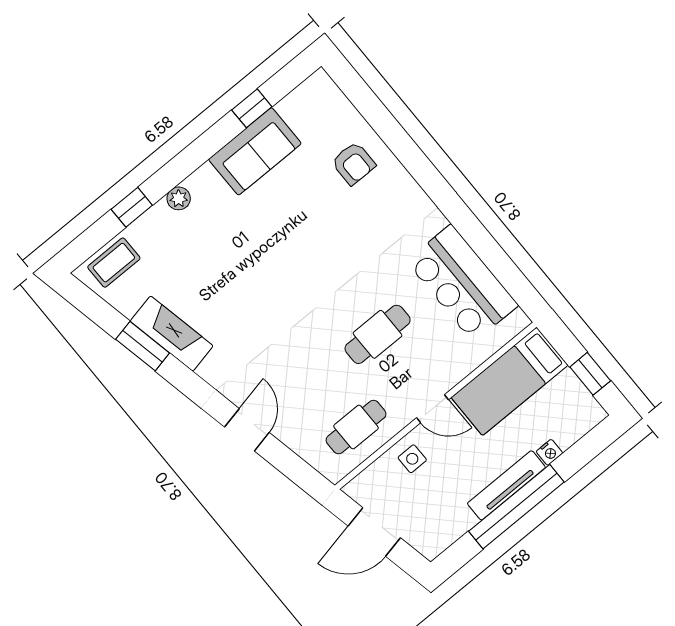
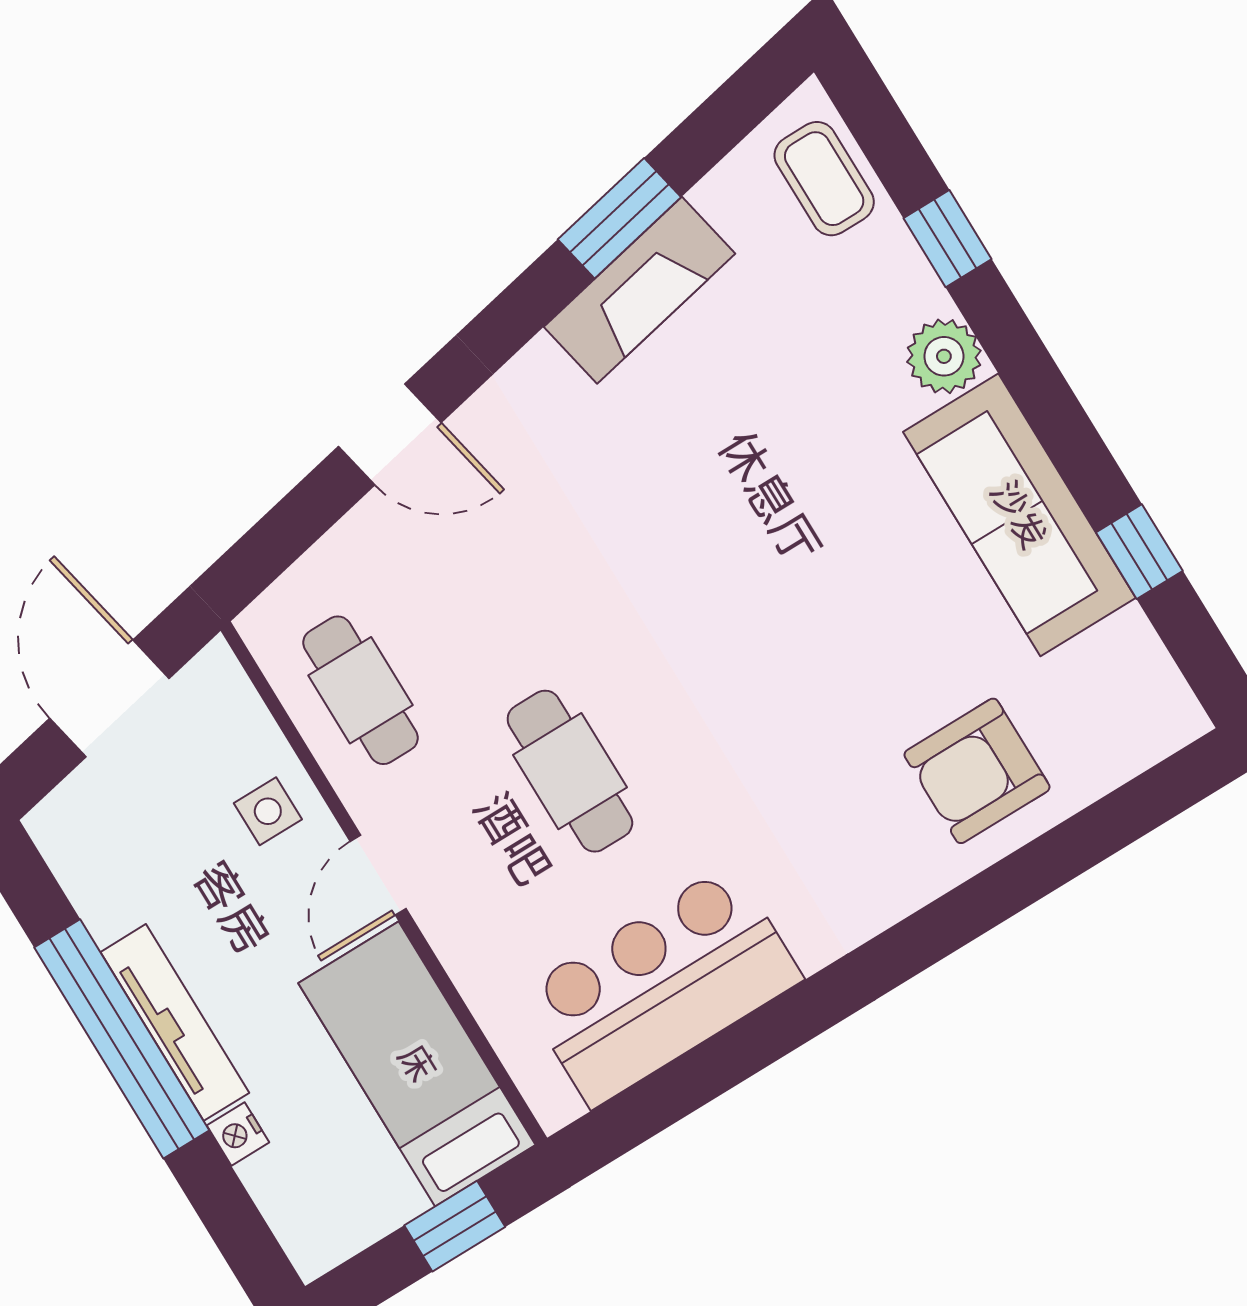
sofa: (255, 151) -> (1019, 515), width x1.36
armchair: (353, 163) -> (977, 771), width x1.38, depth x1.38
plant: (179, 198) -> (944, 356), width x1.38, depth x1.38
window: (590, 374) -> (455, 1226), moved

